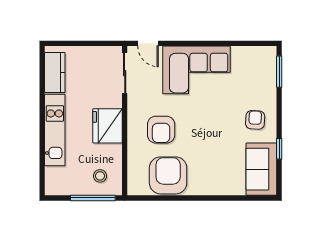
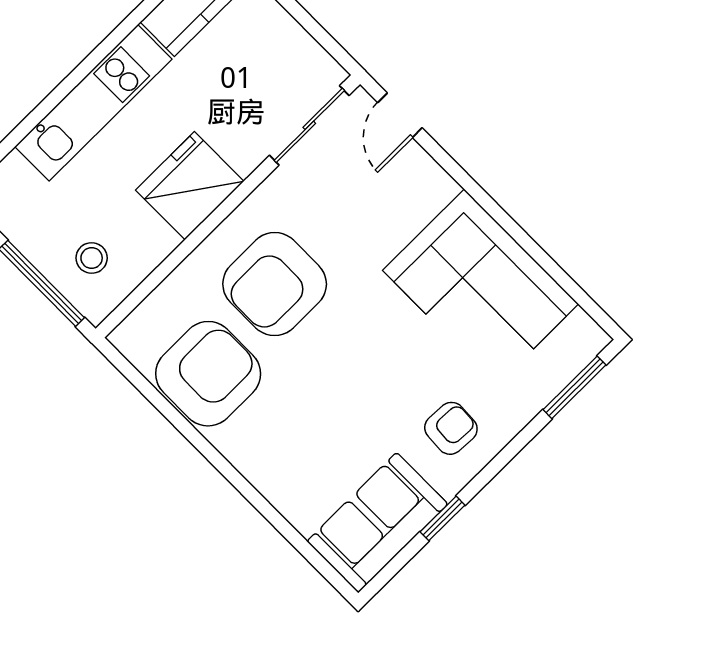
corner sofa: (196, 70) -> (481, 287), moved
armchair: (161, 130) -> (275, 284), width x1.36, depth x1.36

